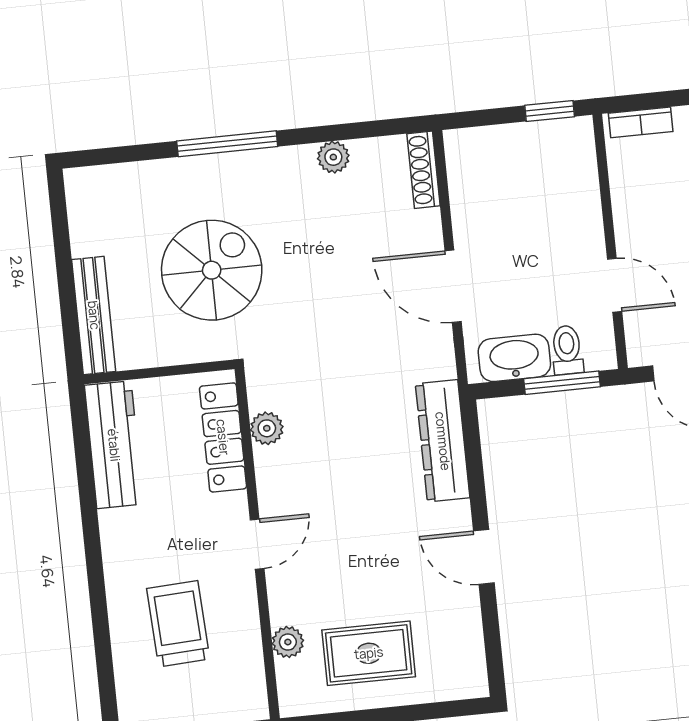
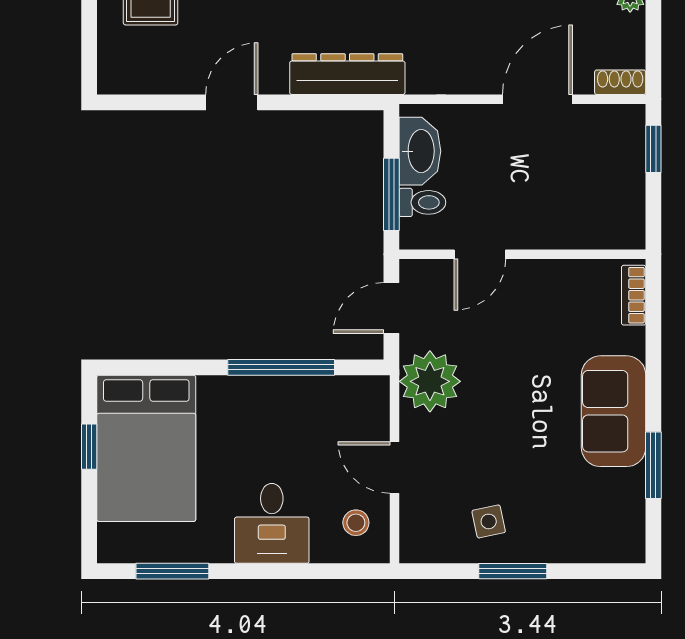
window: (550, 111) -> (653, 149), moved
shoe rack: (424, 170) -> (620, 82), width x0.70
door: (453, 286) -> (537, 99), moved

